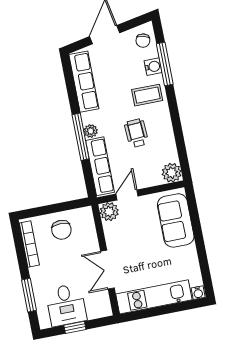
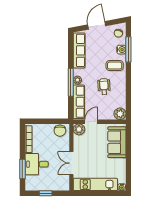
chair: (61, 230) -> (60, 131), moved
desk: (66, 305) -> (37, 164), moved, turned 90

